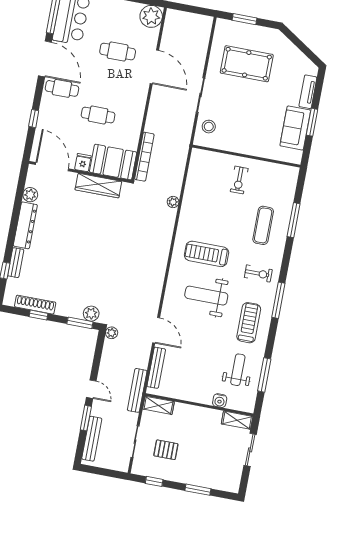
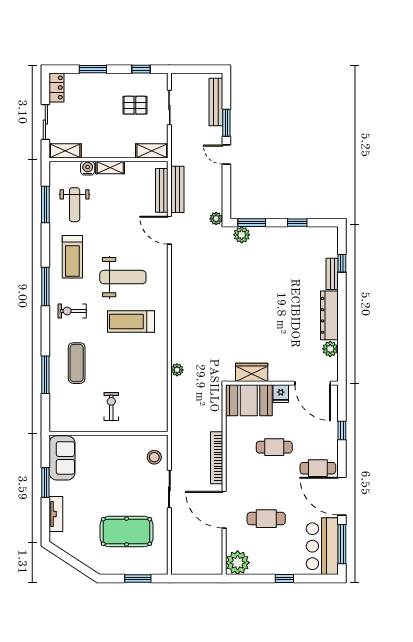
sofa: (295, 128) -> (62, 458), moved
bookcase: (144, 157) -> (217, 458), moved
wardrobe: (98, 186) -> (252, 372), width x0.67
treadmill: (207, 254) -> (131, 321), turned 180
shoe rack: (35, 305) -> (303, 233), removed
bench: (137, 390) -> (177, 189), moved
shelving: (199, 397) -> (110, 168), added
locker: (234, 479) -> (57, 88), added

